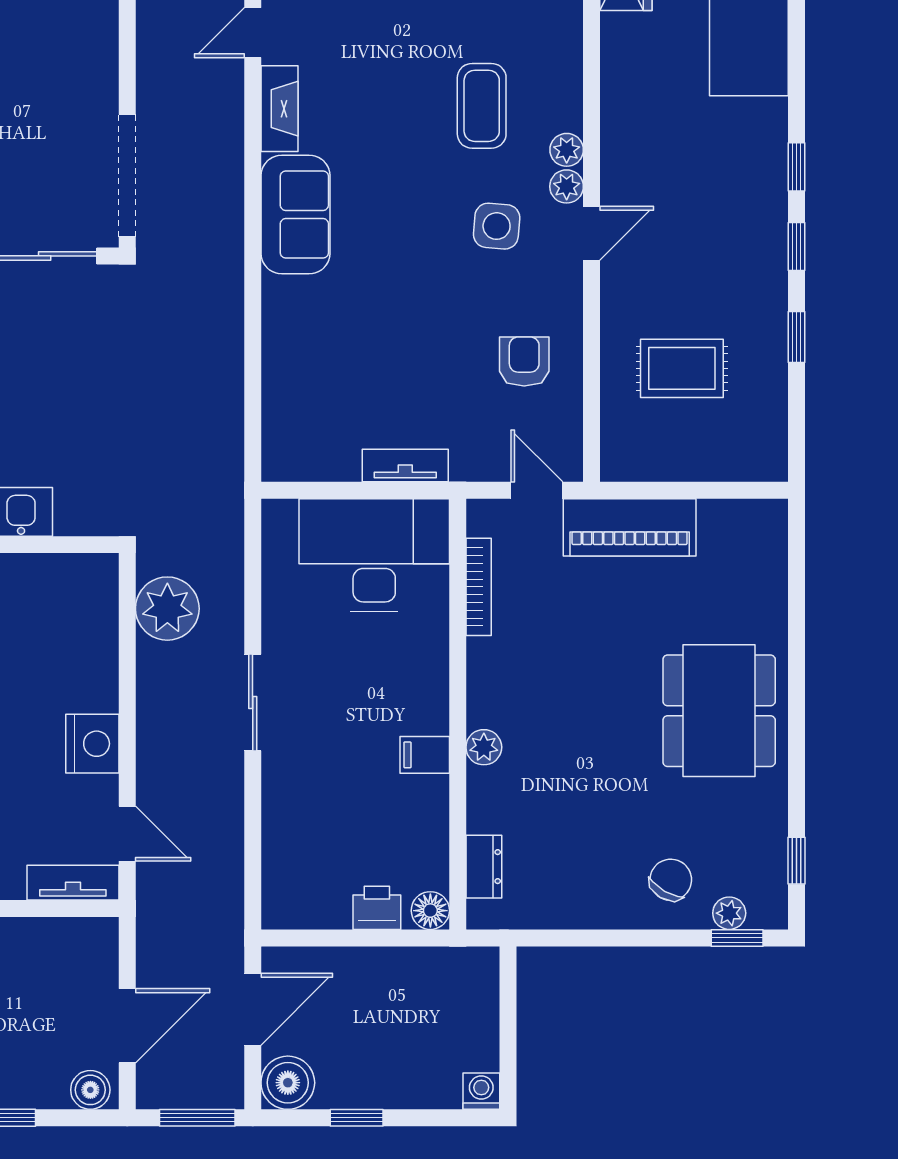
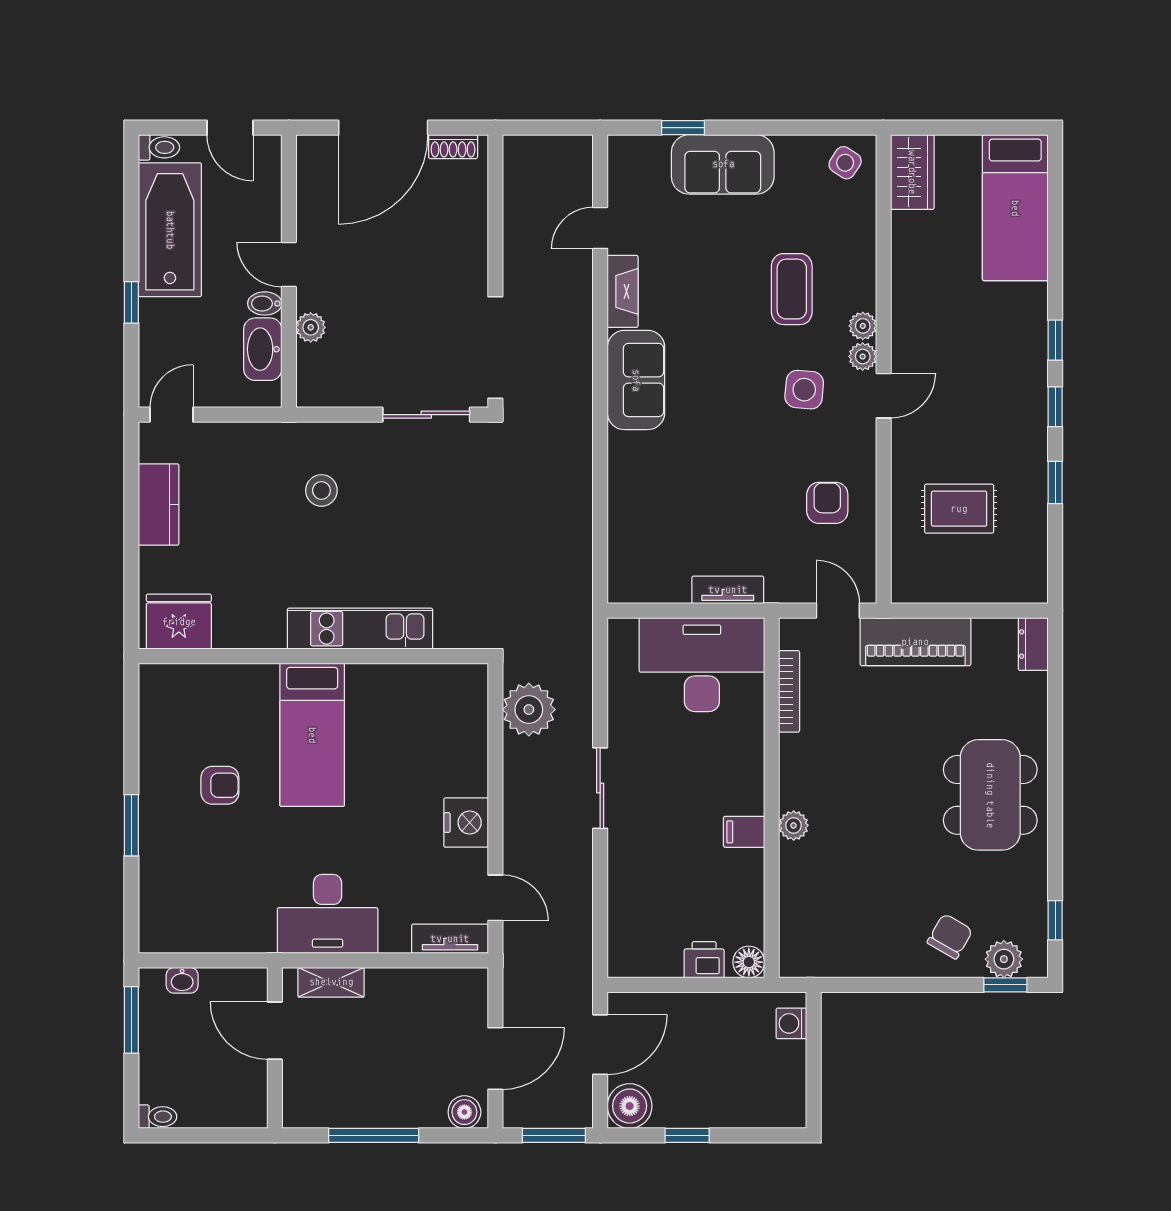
dresser: (484, 867) -> (1033, 644), moved, turned 180
plant: (729, 913) -> (1004, 959), width x1.38, depth x1.38
washing machine: (481, 1091) -> (791, 1023), moved, turned -90

